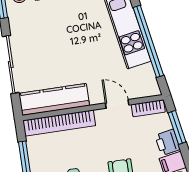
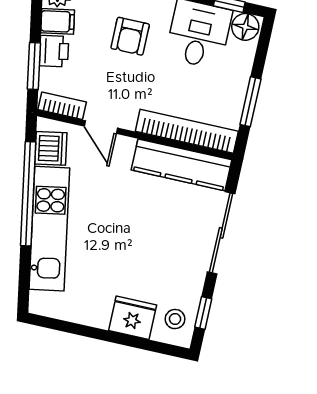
dishwasher: (145, 77) -> (51, 148), added

